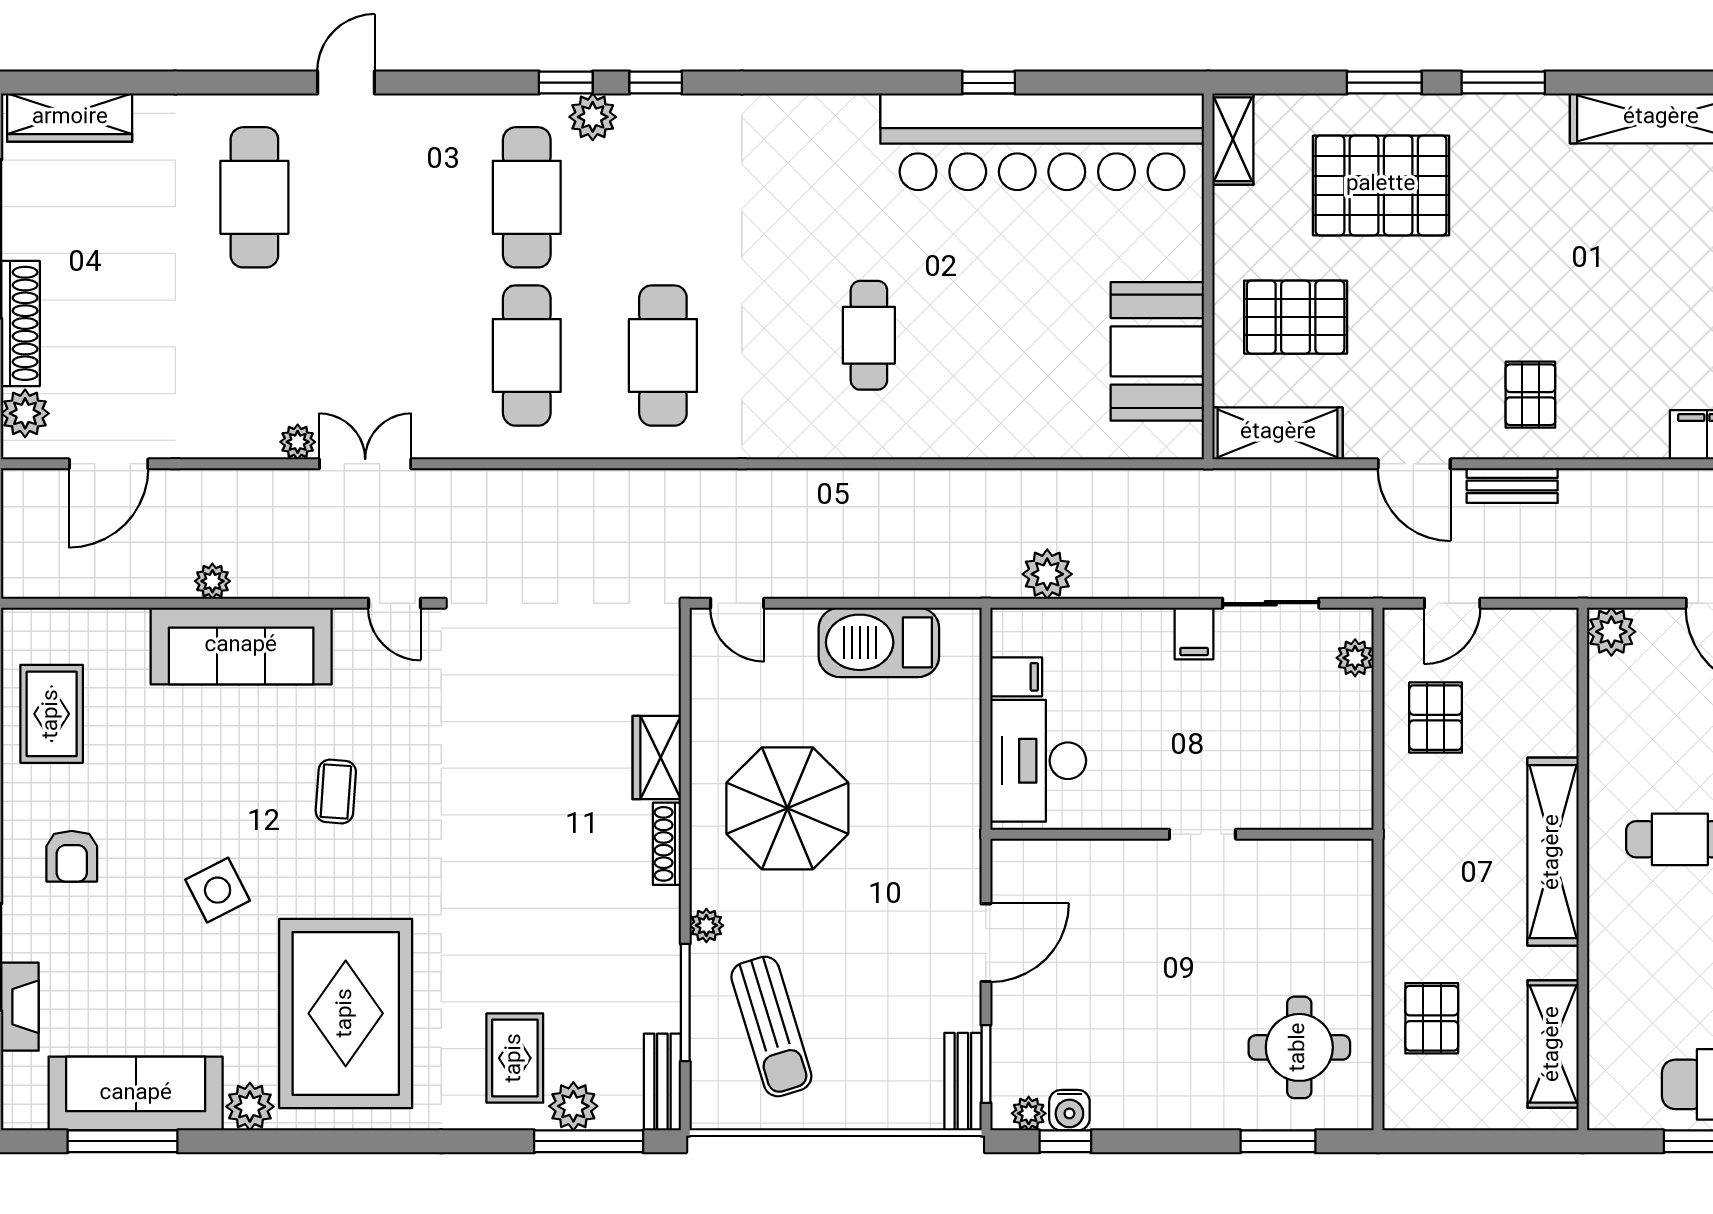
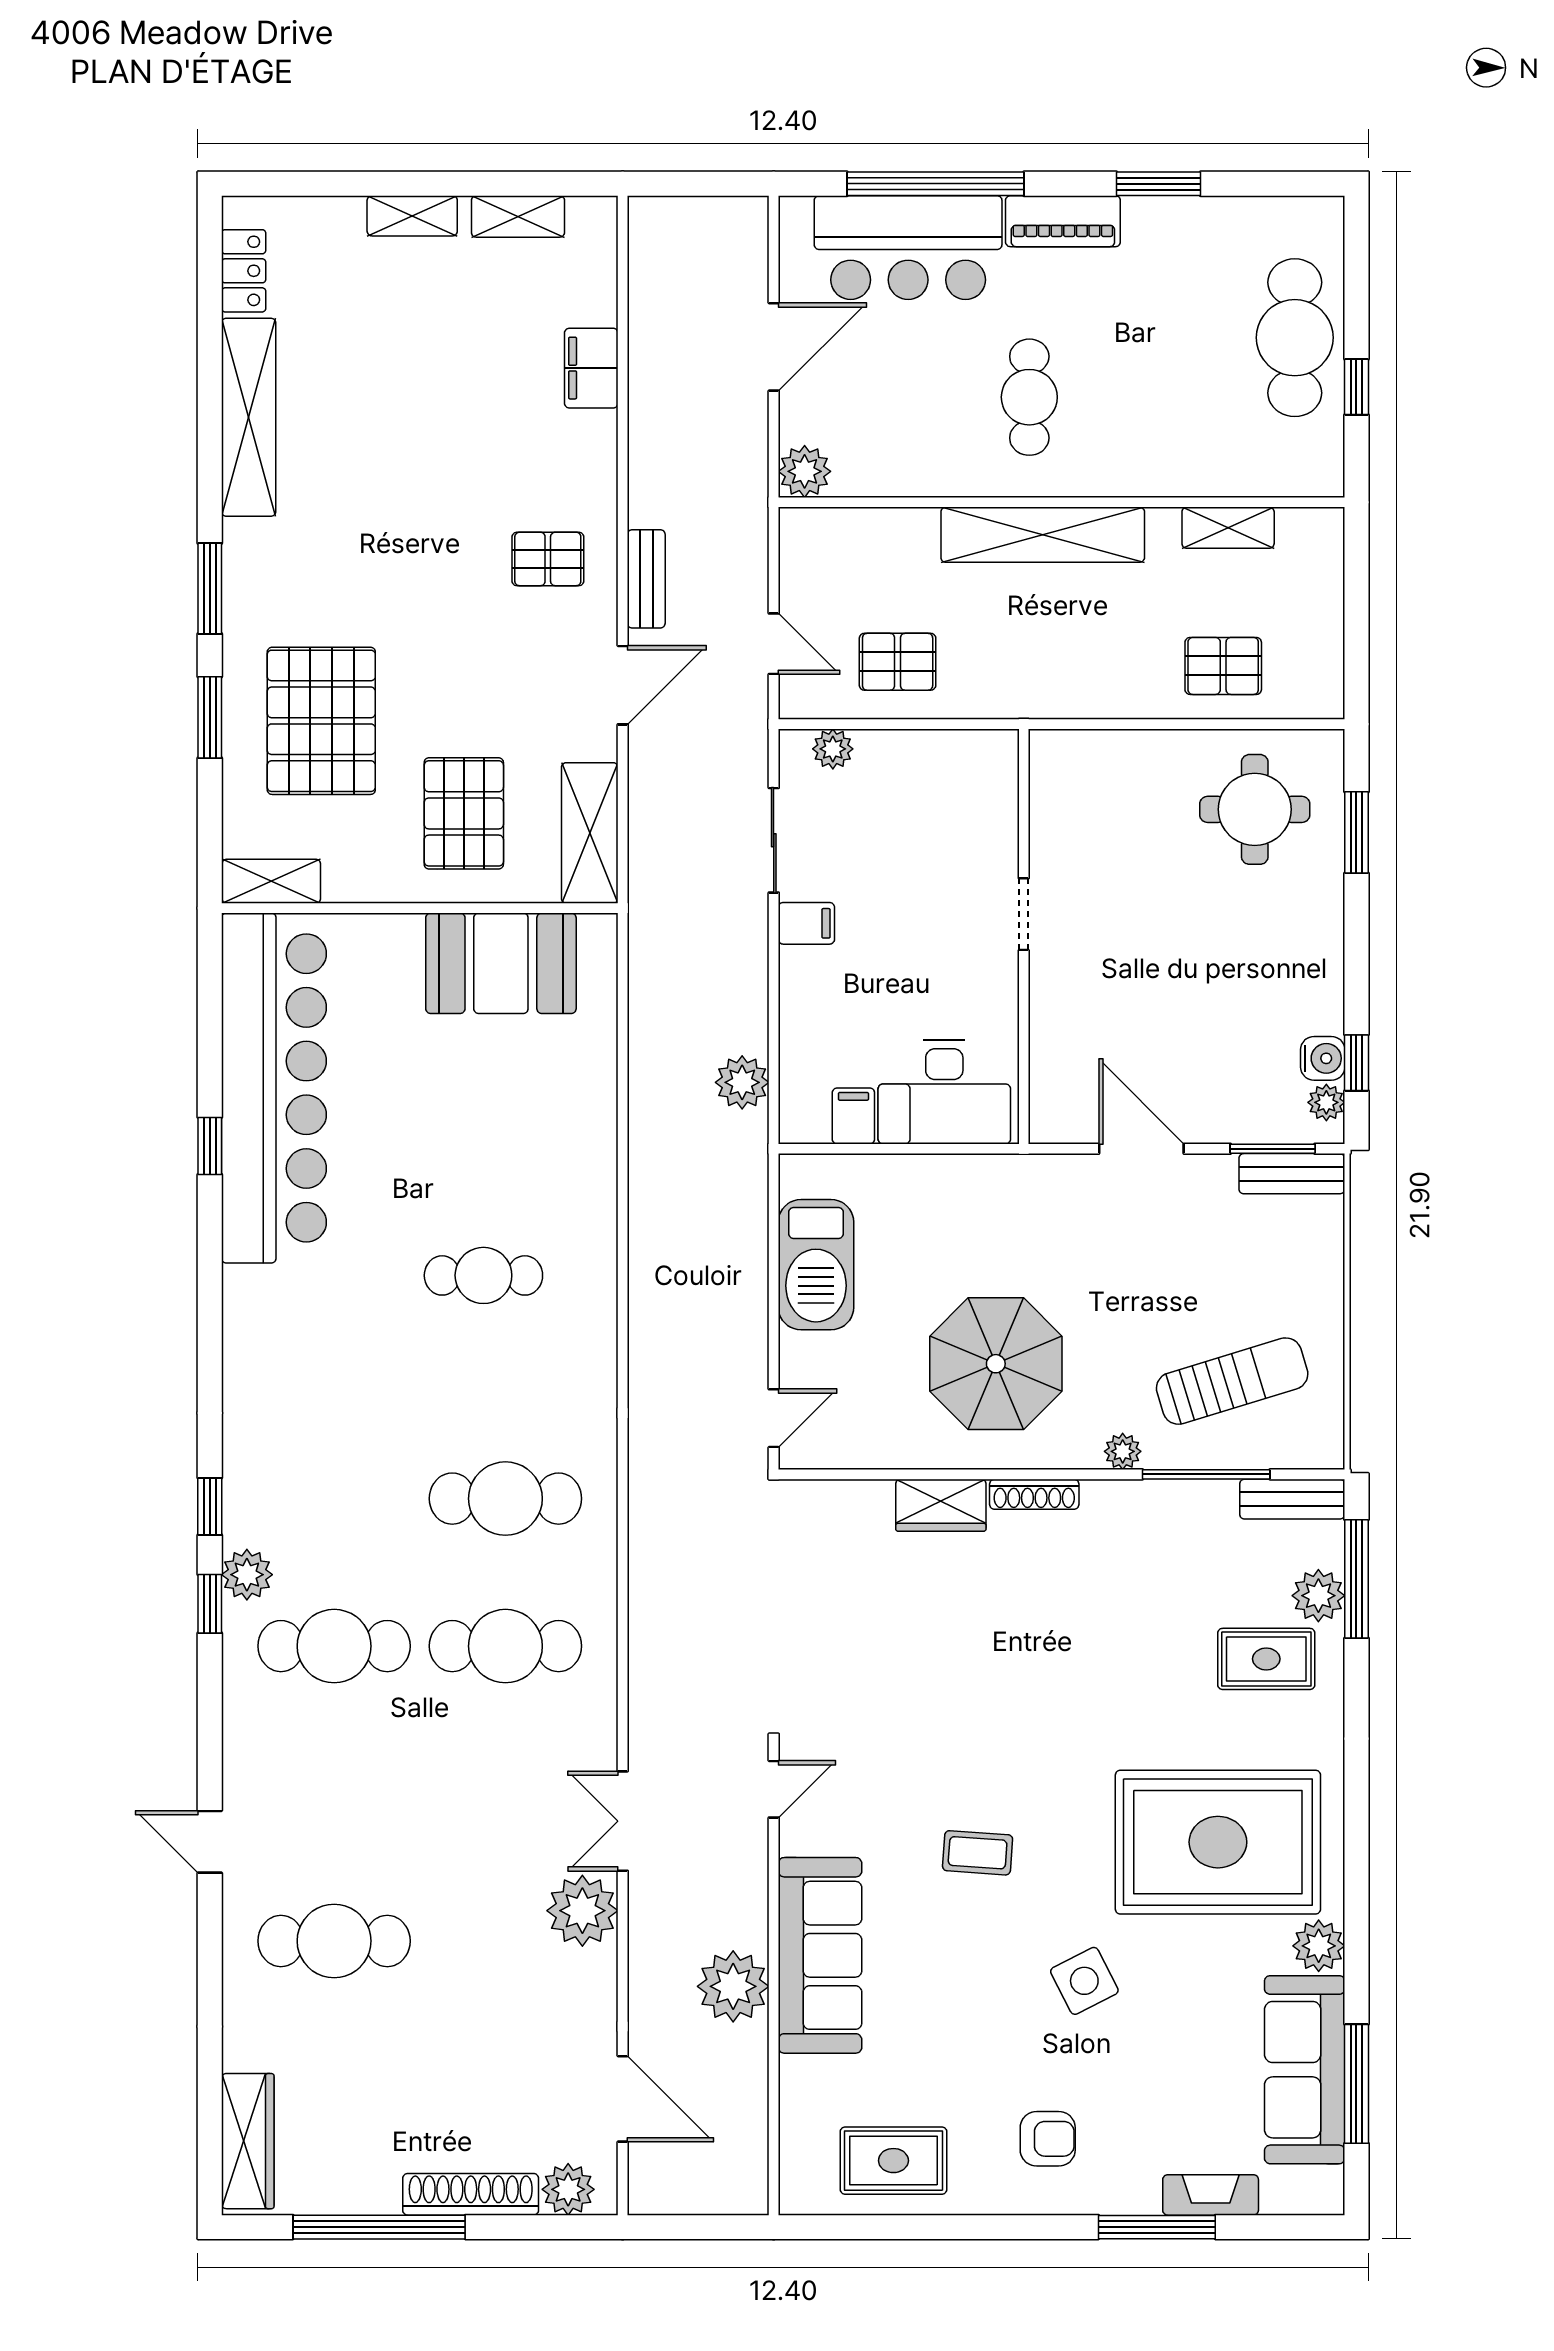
plant: (298, 442) -> (582, 1911), width x1.87, depth x1.87
plant: (212, 581) -> (733, 1986), width x1.88, depth x1.88
shelving: (1553, 1044) -> (1228, 528), width x0.67, depth x0.75

